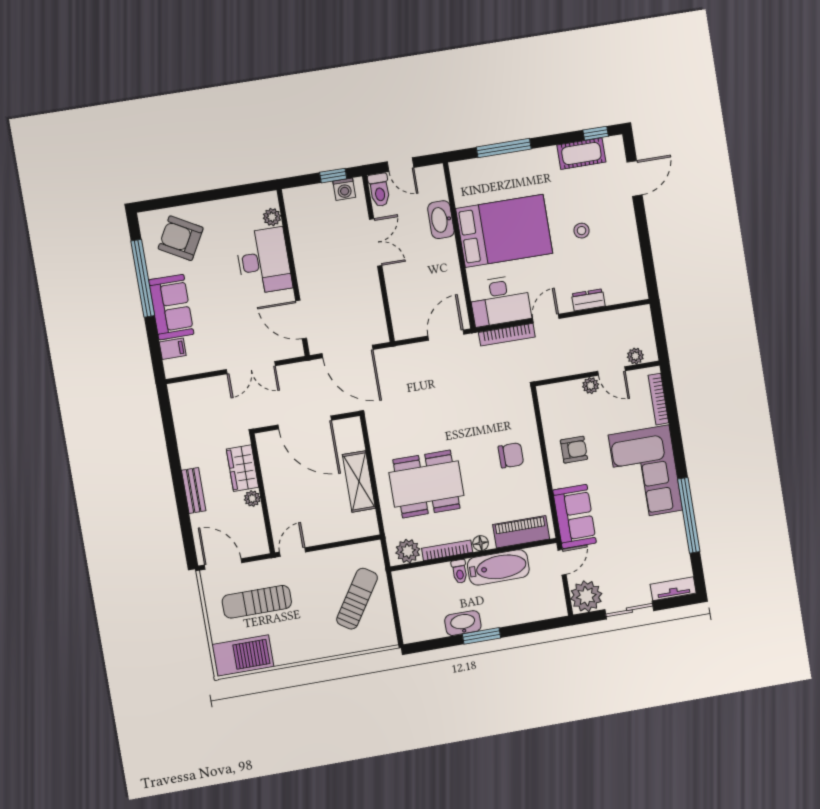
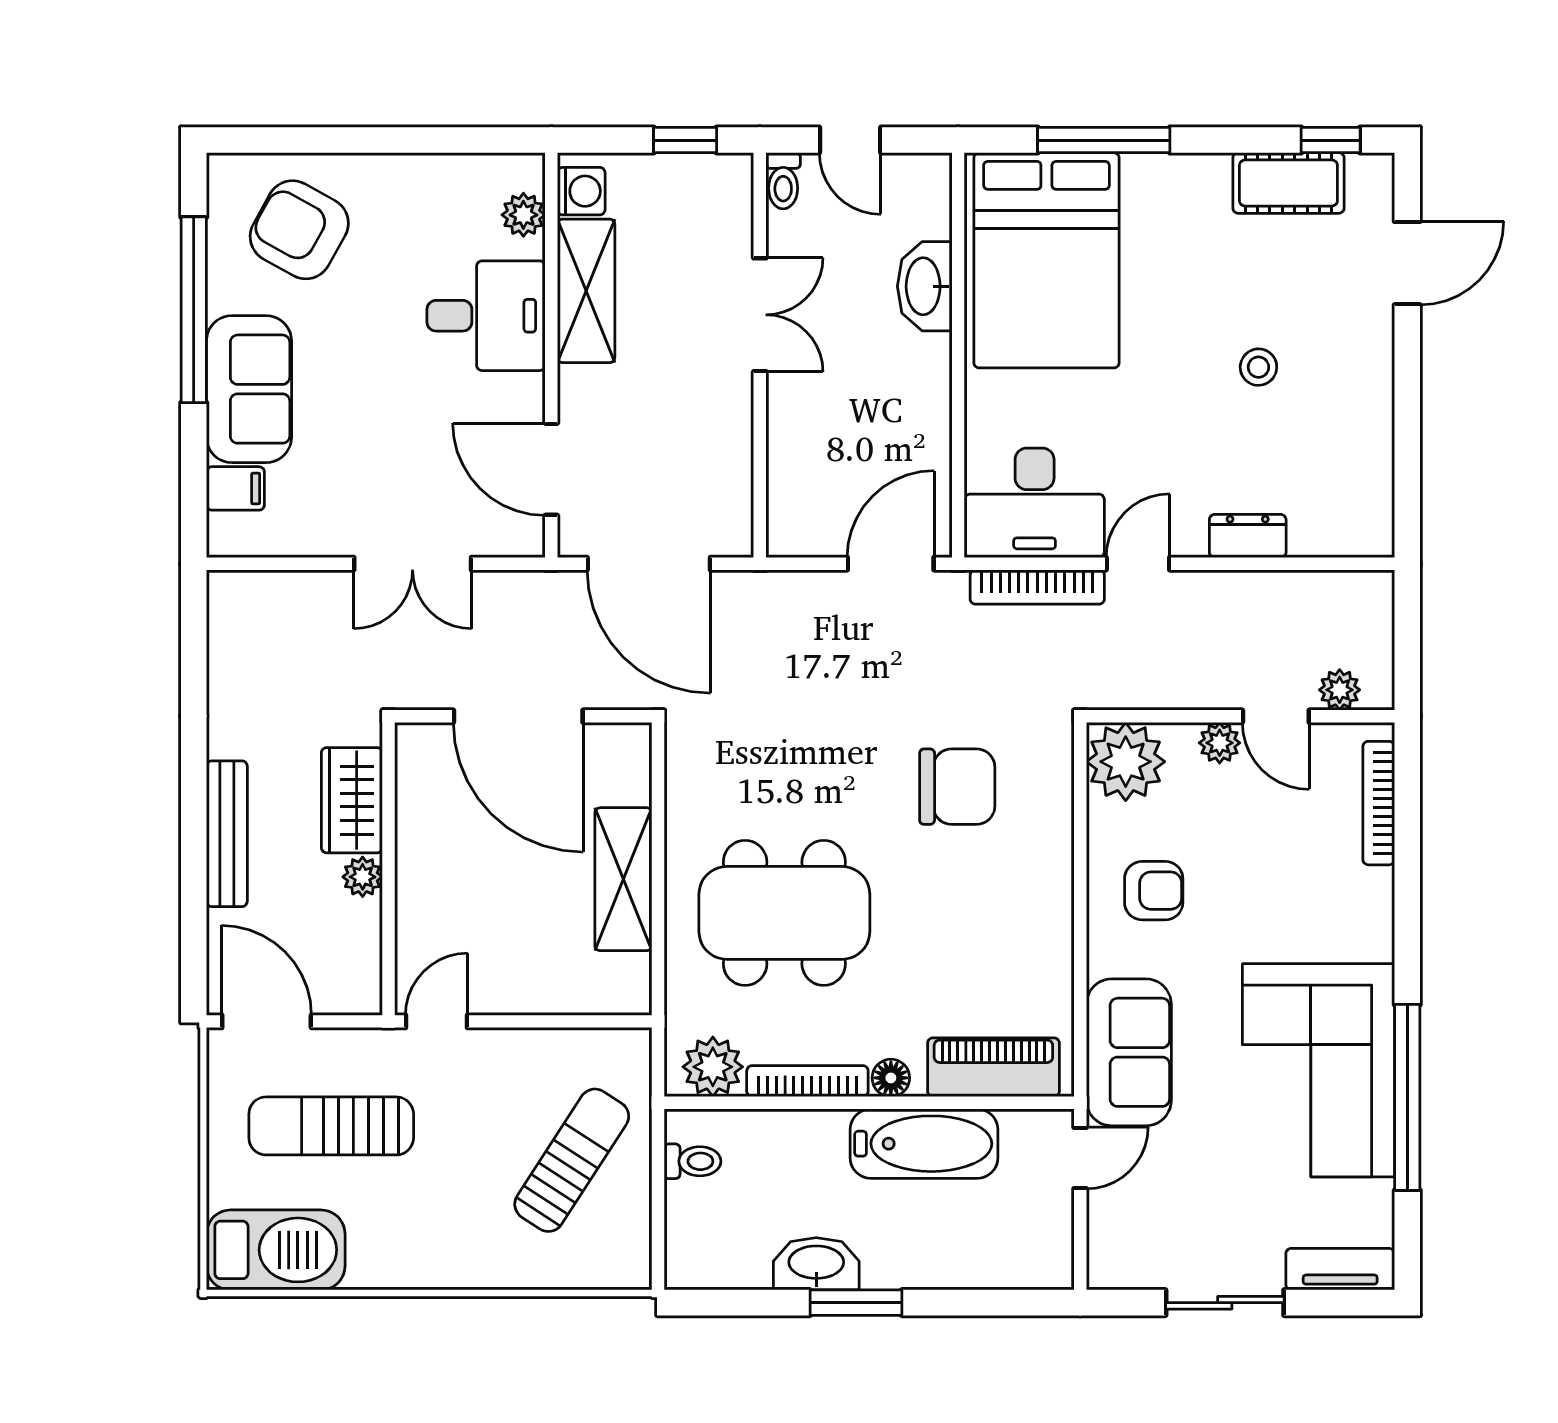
washing machine: (344, 189) -> (581, 191), moved, turned -90
toilet: (379, 190) -> (783, 181), width x0.73, depth x0.72
bed: (504, 231) -> (1046, 260), moved, turned 90
shelving: (303, 244) -> (586, 291), added
desk: (264, 261) -> (486, 316), width x0.73
chair: (511, 455) -> (957, 787), moved, width x1.37, depth x1.37
corner sofa: (645, 473) -> (1318, 1070), moved
bench: (194, 490) -> (227, 834), width x1.36
toilet: (459, 571) -> (693, 1161), moved, turned -90
plant: (586, 596) -> (1126, 762), moved

